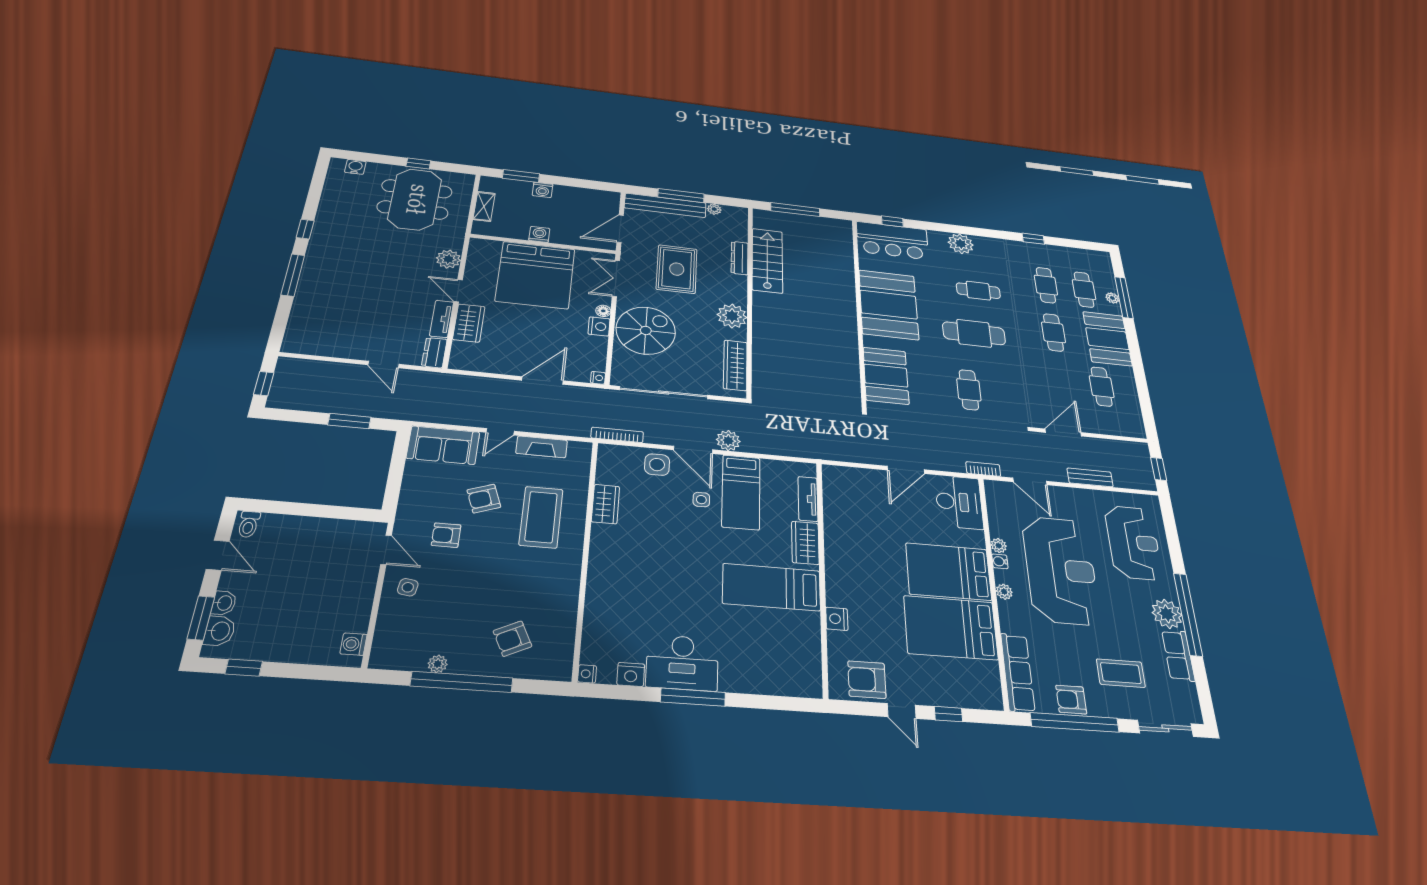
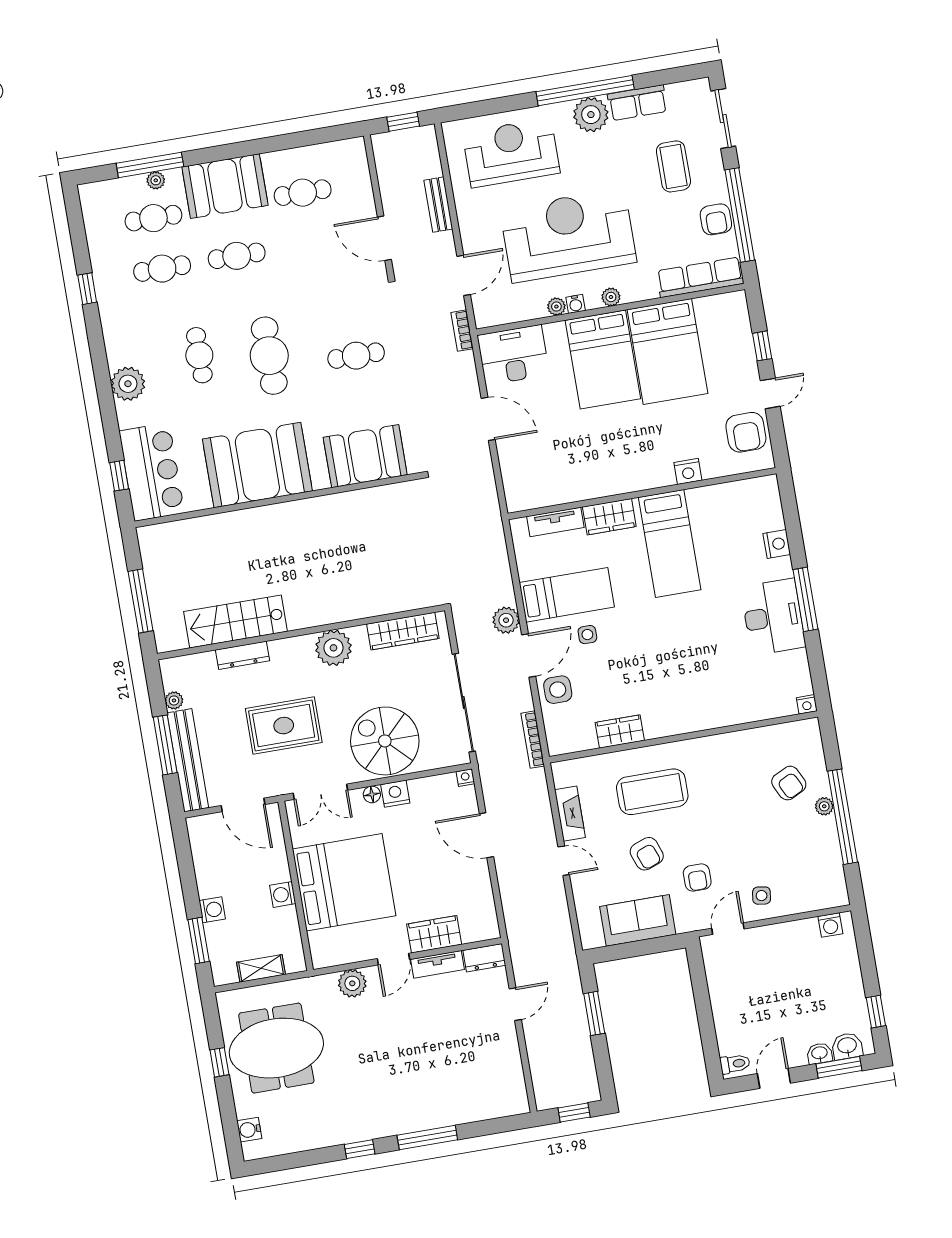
sofa: (443, 445) -> (638, 920), moved, turned -90
plant: (438, 664) -> (824, 806), moved
nightstand: (631, 674) -> (777, 544), moved

